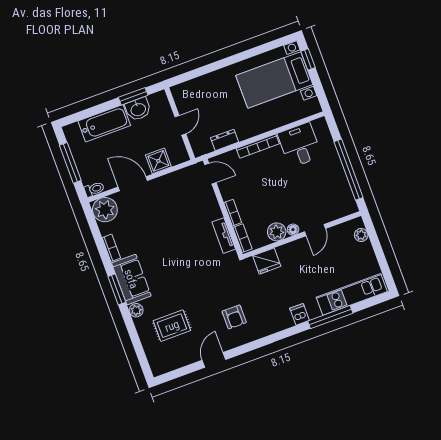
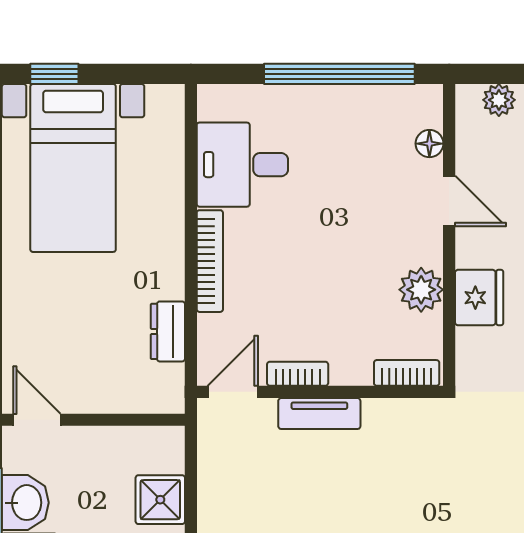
door: (180, 125) -> (37, 420), moved
bookcase: (233, 213) -> (298, 374), moved
floor lamp: (293, 230) -> (429, 144), moved
tv unit: (224, 236) -> (319, 414), moved
fridge: (267, 261) -> (479, 298), moved

